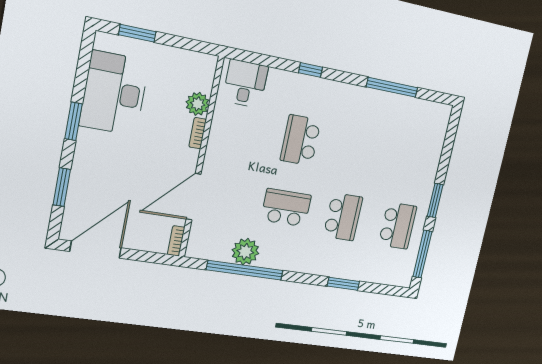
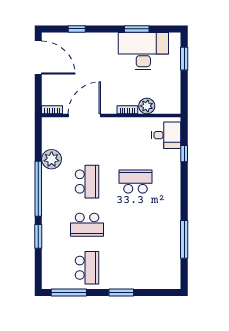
window: (311, 70) -> (184, 154), moved
window: (73, 121) -> (137, 29), moved
window: (62, 187) -> (77, 29), width x0.67
door: (194, 197) -> (84, 116), hinge flipped
window: (435, 200) -> (121, 293), moved
school desk: (398, 226) -> (87, 268), turned -90
window: (245, 270) -> (38, 189), moved

